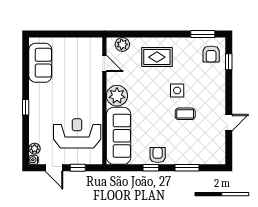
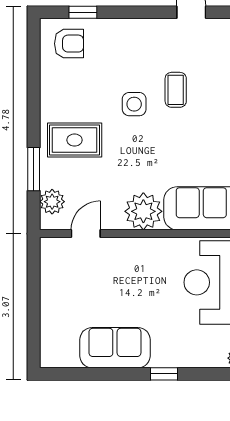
window: (203, 34) -> (34, 169), moved
rug: (157, 57) -> (75, 140), turned 90
sofa: (40, 63) -> (115, 348), moved

